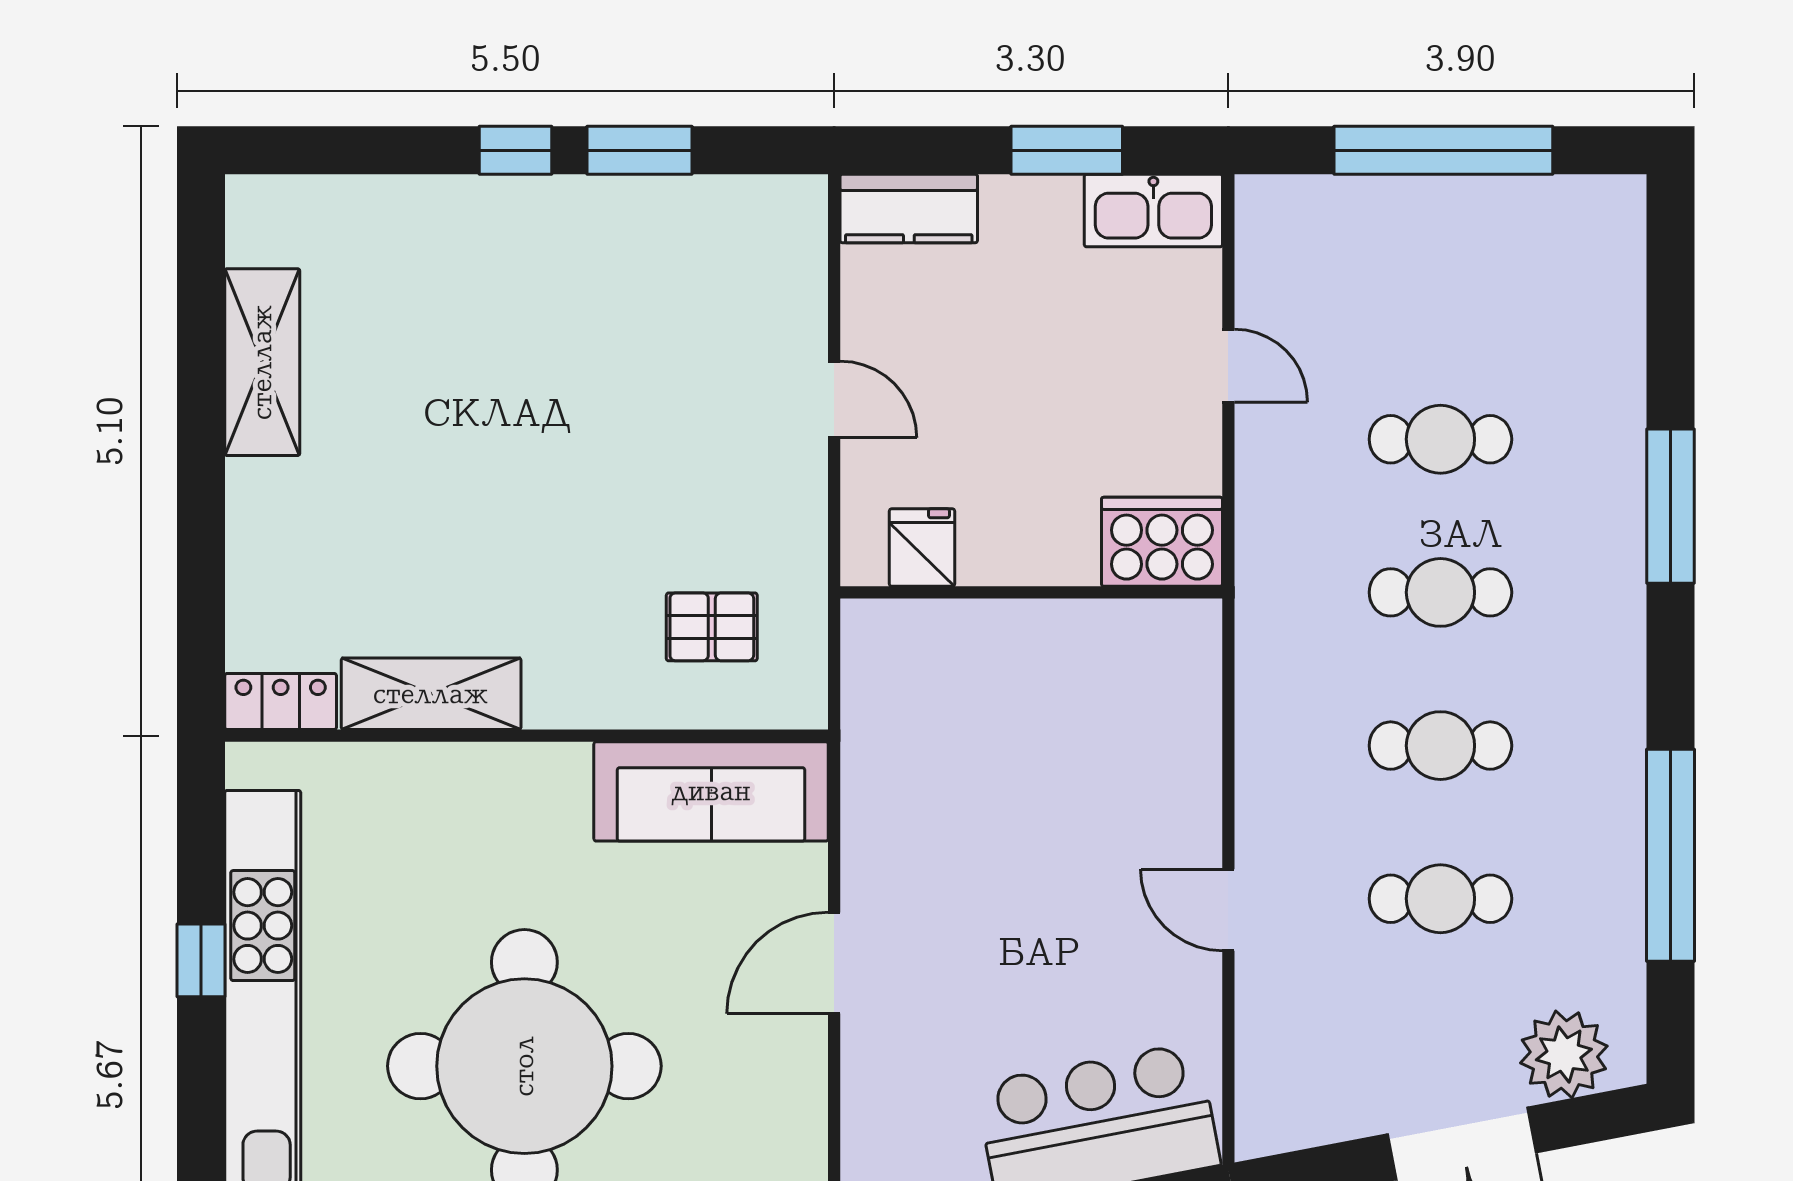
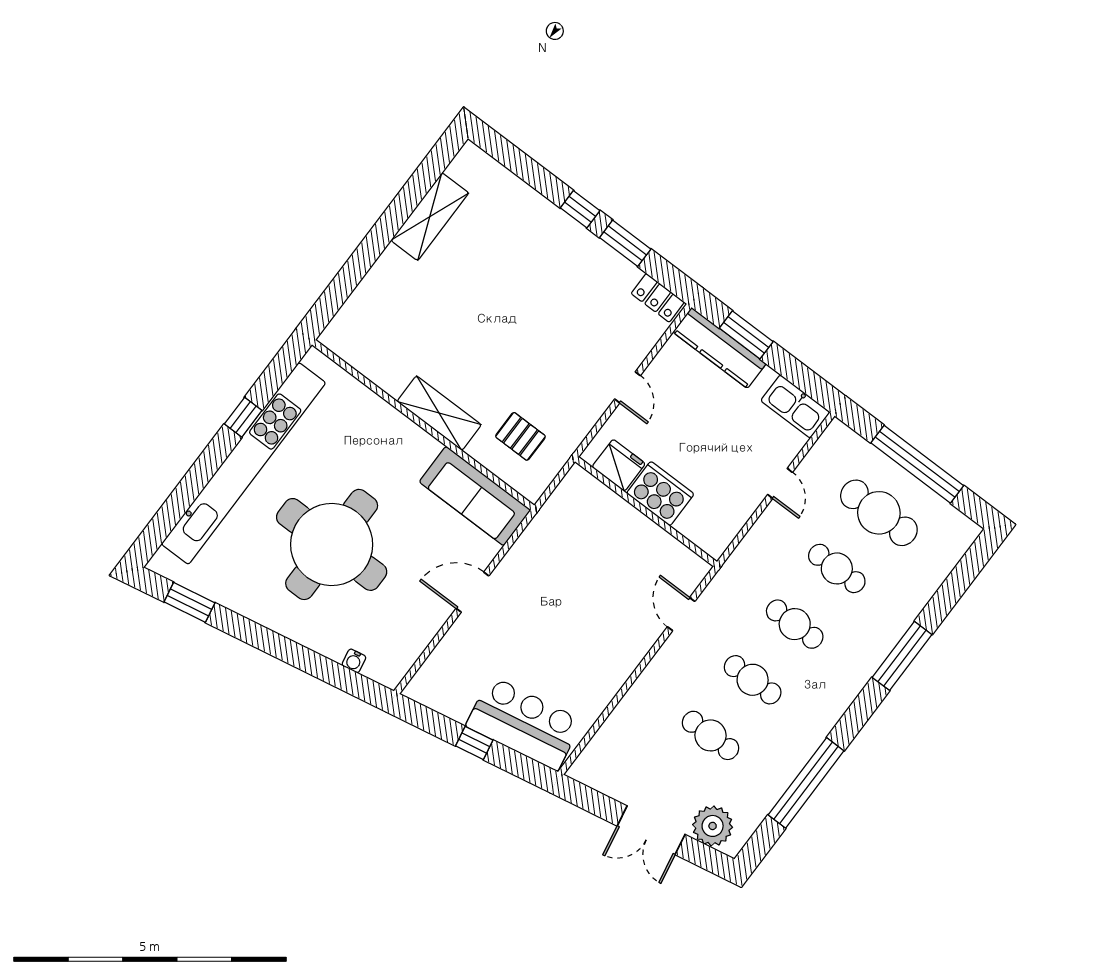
window: (1067, 150) -> (746, 335), moved
kitchen counter: (909, 208) -> (719, 348), width x1.50
cafe table: (1440, 286) -> (879, 513), added
cooker: (1162, 542) -> (660, 494), moved
fridge: (922, 547) -> (619, 465), width x1.38
shelving: (431, 694) -> (439, 413), moved
locker: (281, 701) -> (658, 298), moved, turned 180
door: (1228, 910) -> (681, 614), moved

